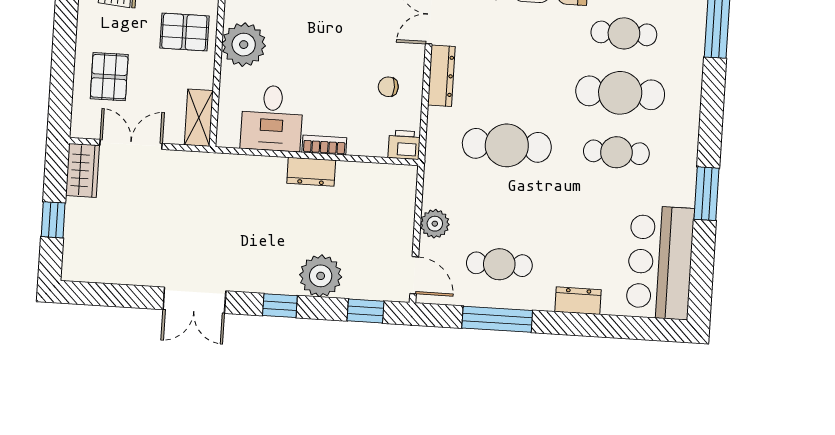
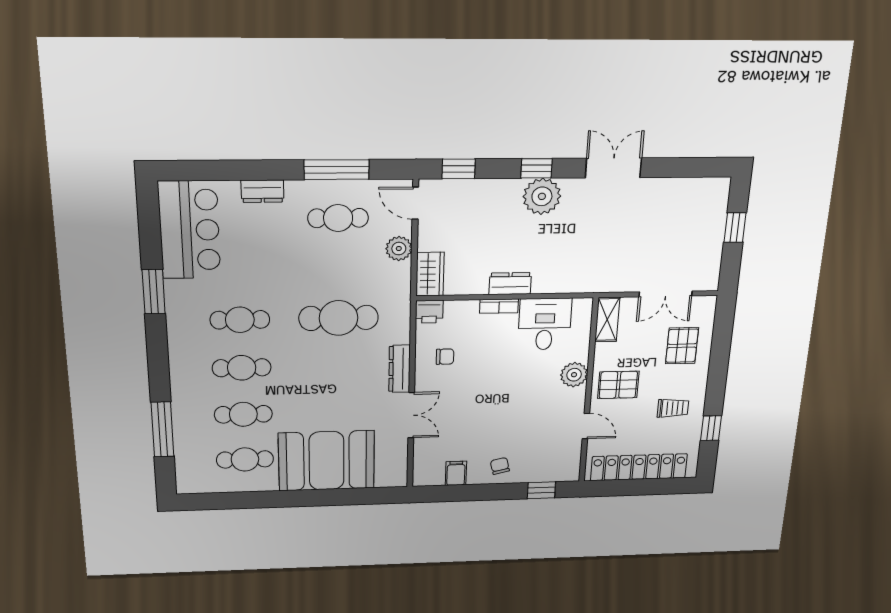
plant: (244, 45) -> (574, 375), width x0.73, depth x0.73
cafe table: (620, 93) -> (242, 368), width x0.73, depth x0.74
wardrobe: (83, 170) -> (430, 274), moved, turned 180
plant: (321, 276) -> (542, 196), moved

